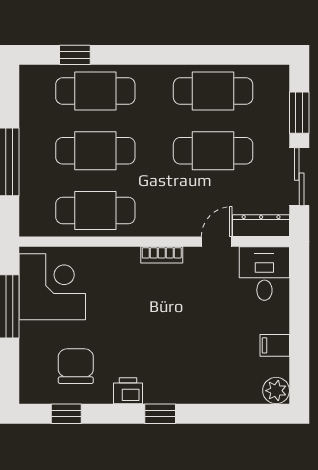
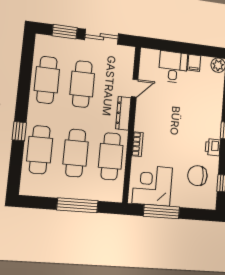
window: (75, 55) -> (19, 131), moved
dresser: (261, 226) -> (123, 113), moved
door: (217, 242) -> (135, 88), swing flipped
bookcase: (162, 255) -> (137, 144), moved
desk: (264, 274) -> (173, 67), moved, turned 90

